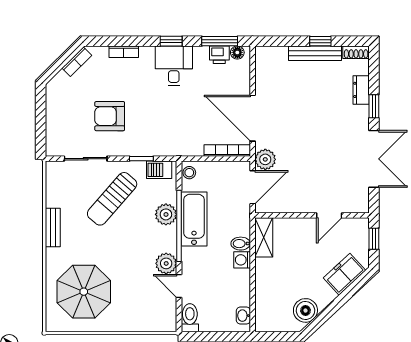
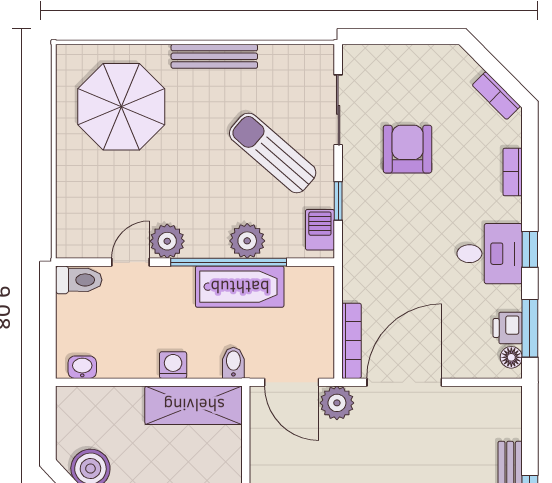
stool: (189, 173) -> (315, 279), removed
bench: (53, 228) -> (214, 56), width x1.36
shelving: (264, 237) -> (194, 405), width x1.50, depth x1.33
bidet: (241, 244) -> (233, 363), moved

